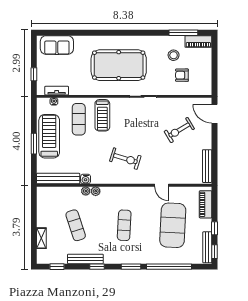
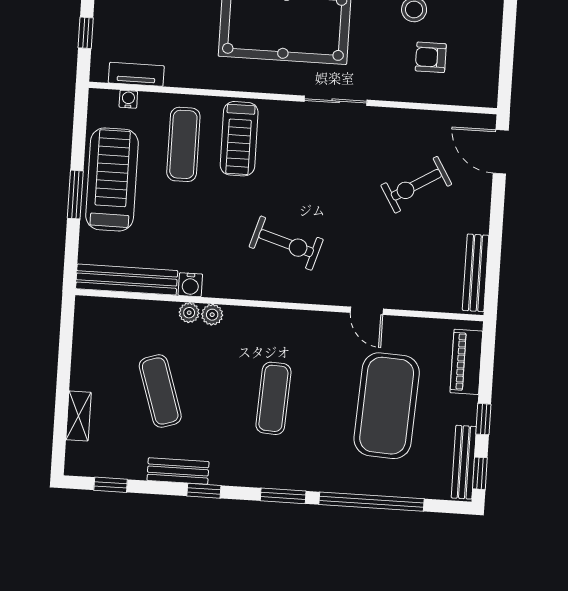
bench: (85, 259) -> (178, 471), width x0.73

